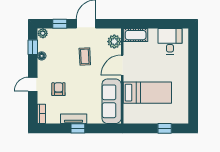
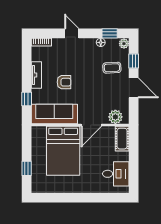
coffee table: (85, 56) -> (112, 68), moved
door: (122, 65) -> (91, 125), swing flipped
armchair: (58, 89) -> (64, 82), moved
bed: (147, 93) -> (63, 151), width x1.50
window: (78, 128) -> (27, 99), moved

